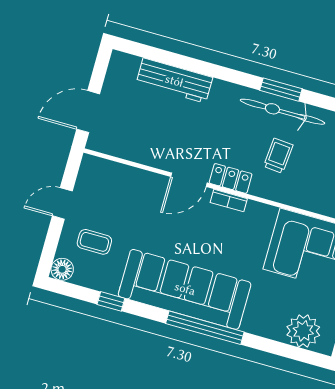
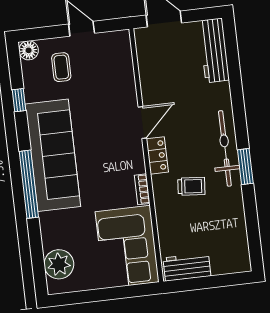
workbench: (174, 81) -> (214, 50), moved
bicycle: (283, 112) -> (225, 148), moved
door: (189, 180) -> (142, 122), swing flipped
bookcase: (229, 201) -> (142, 189), moved

